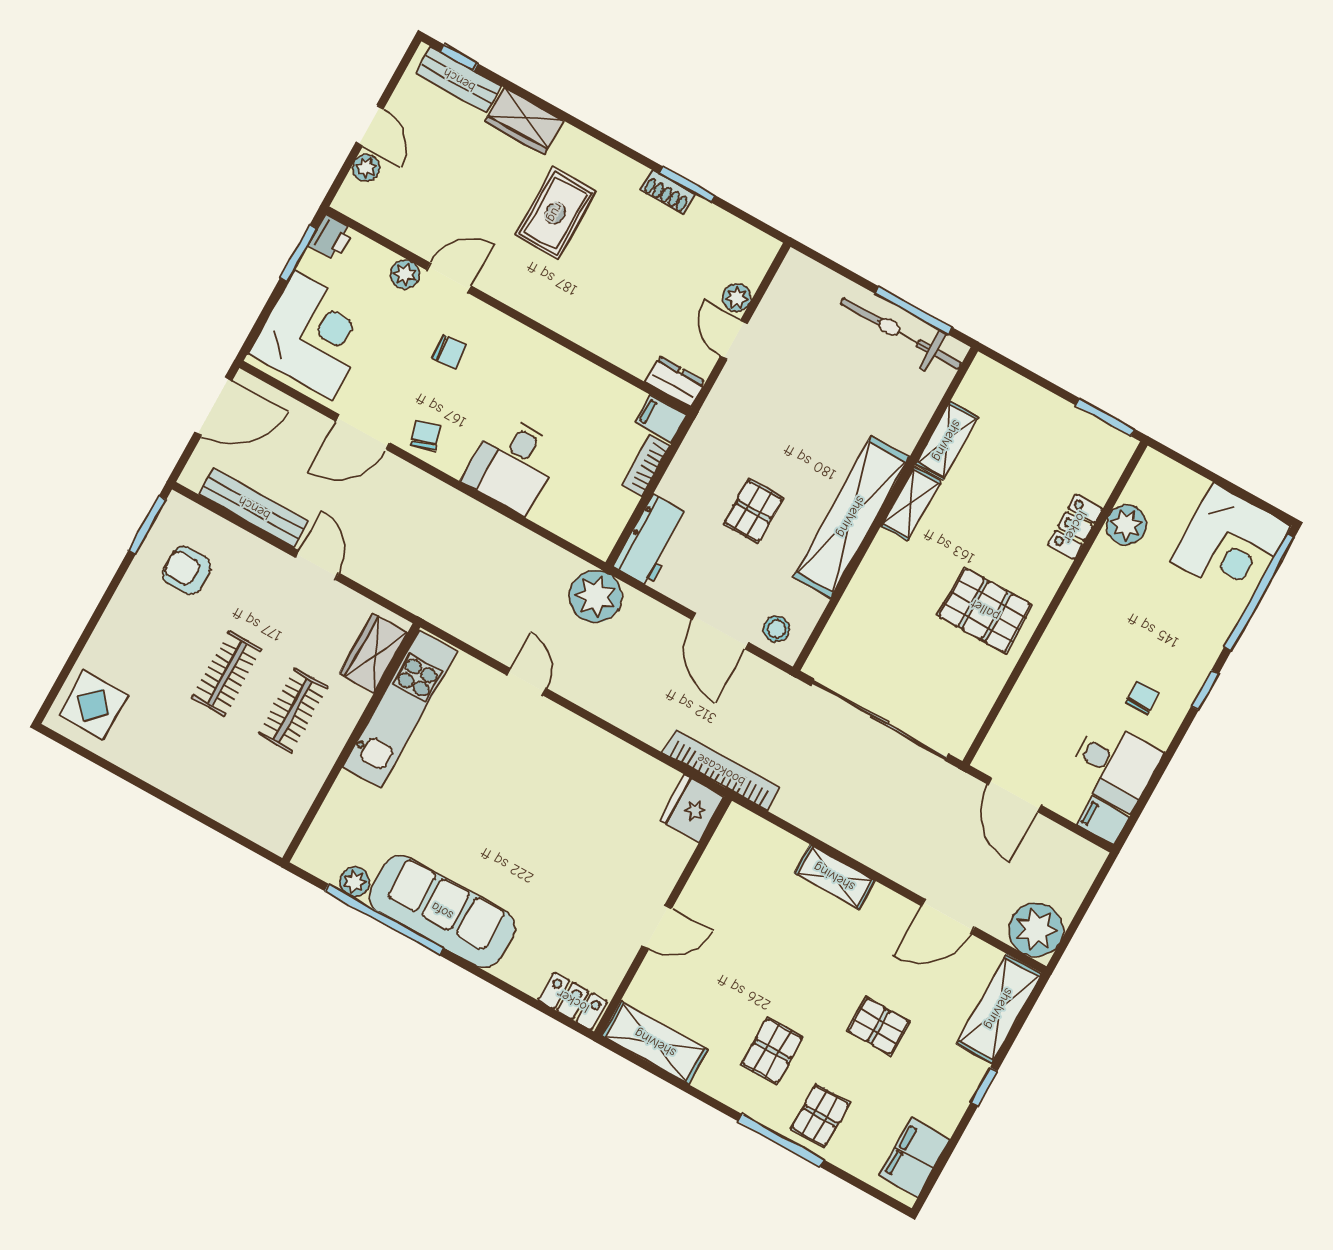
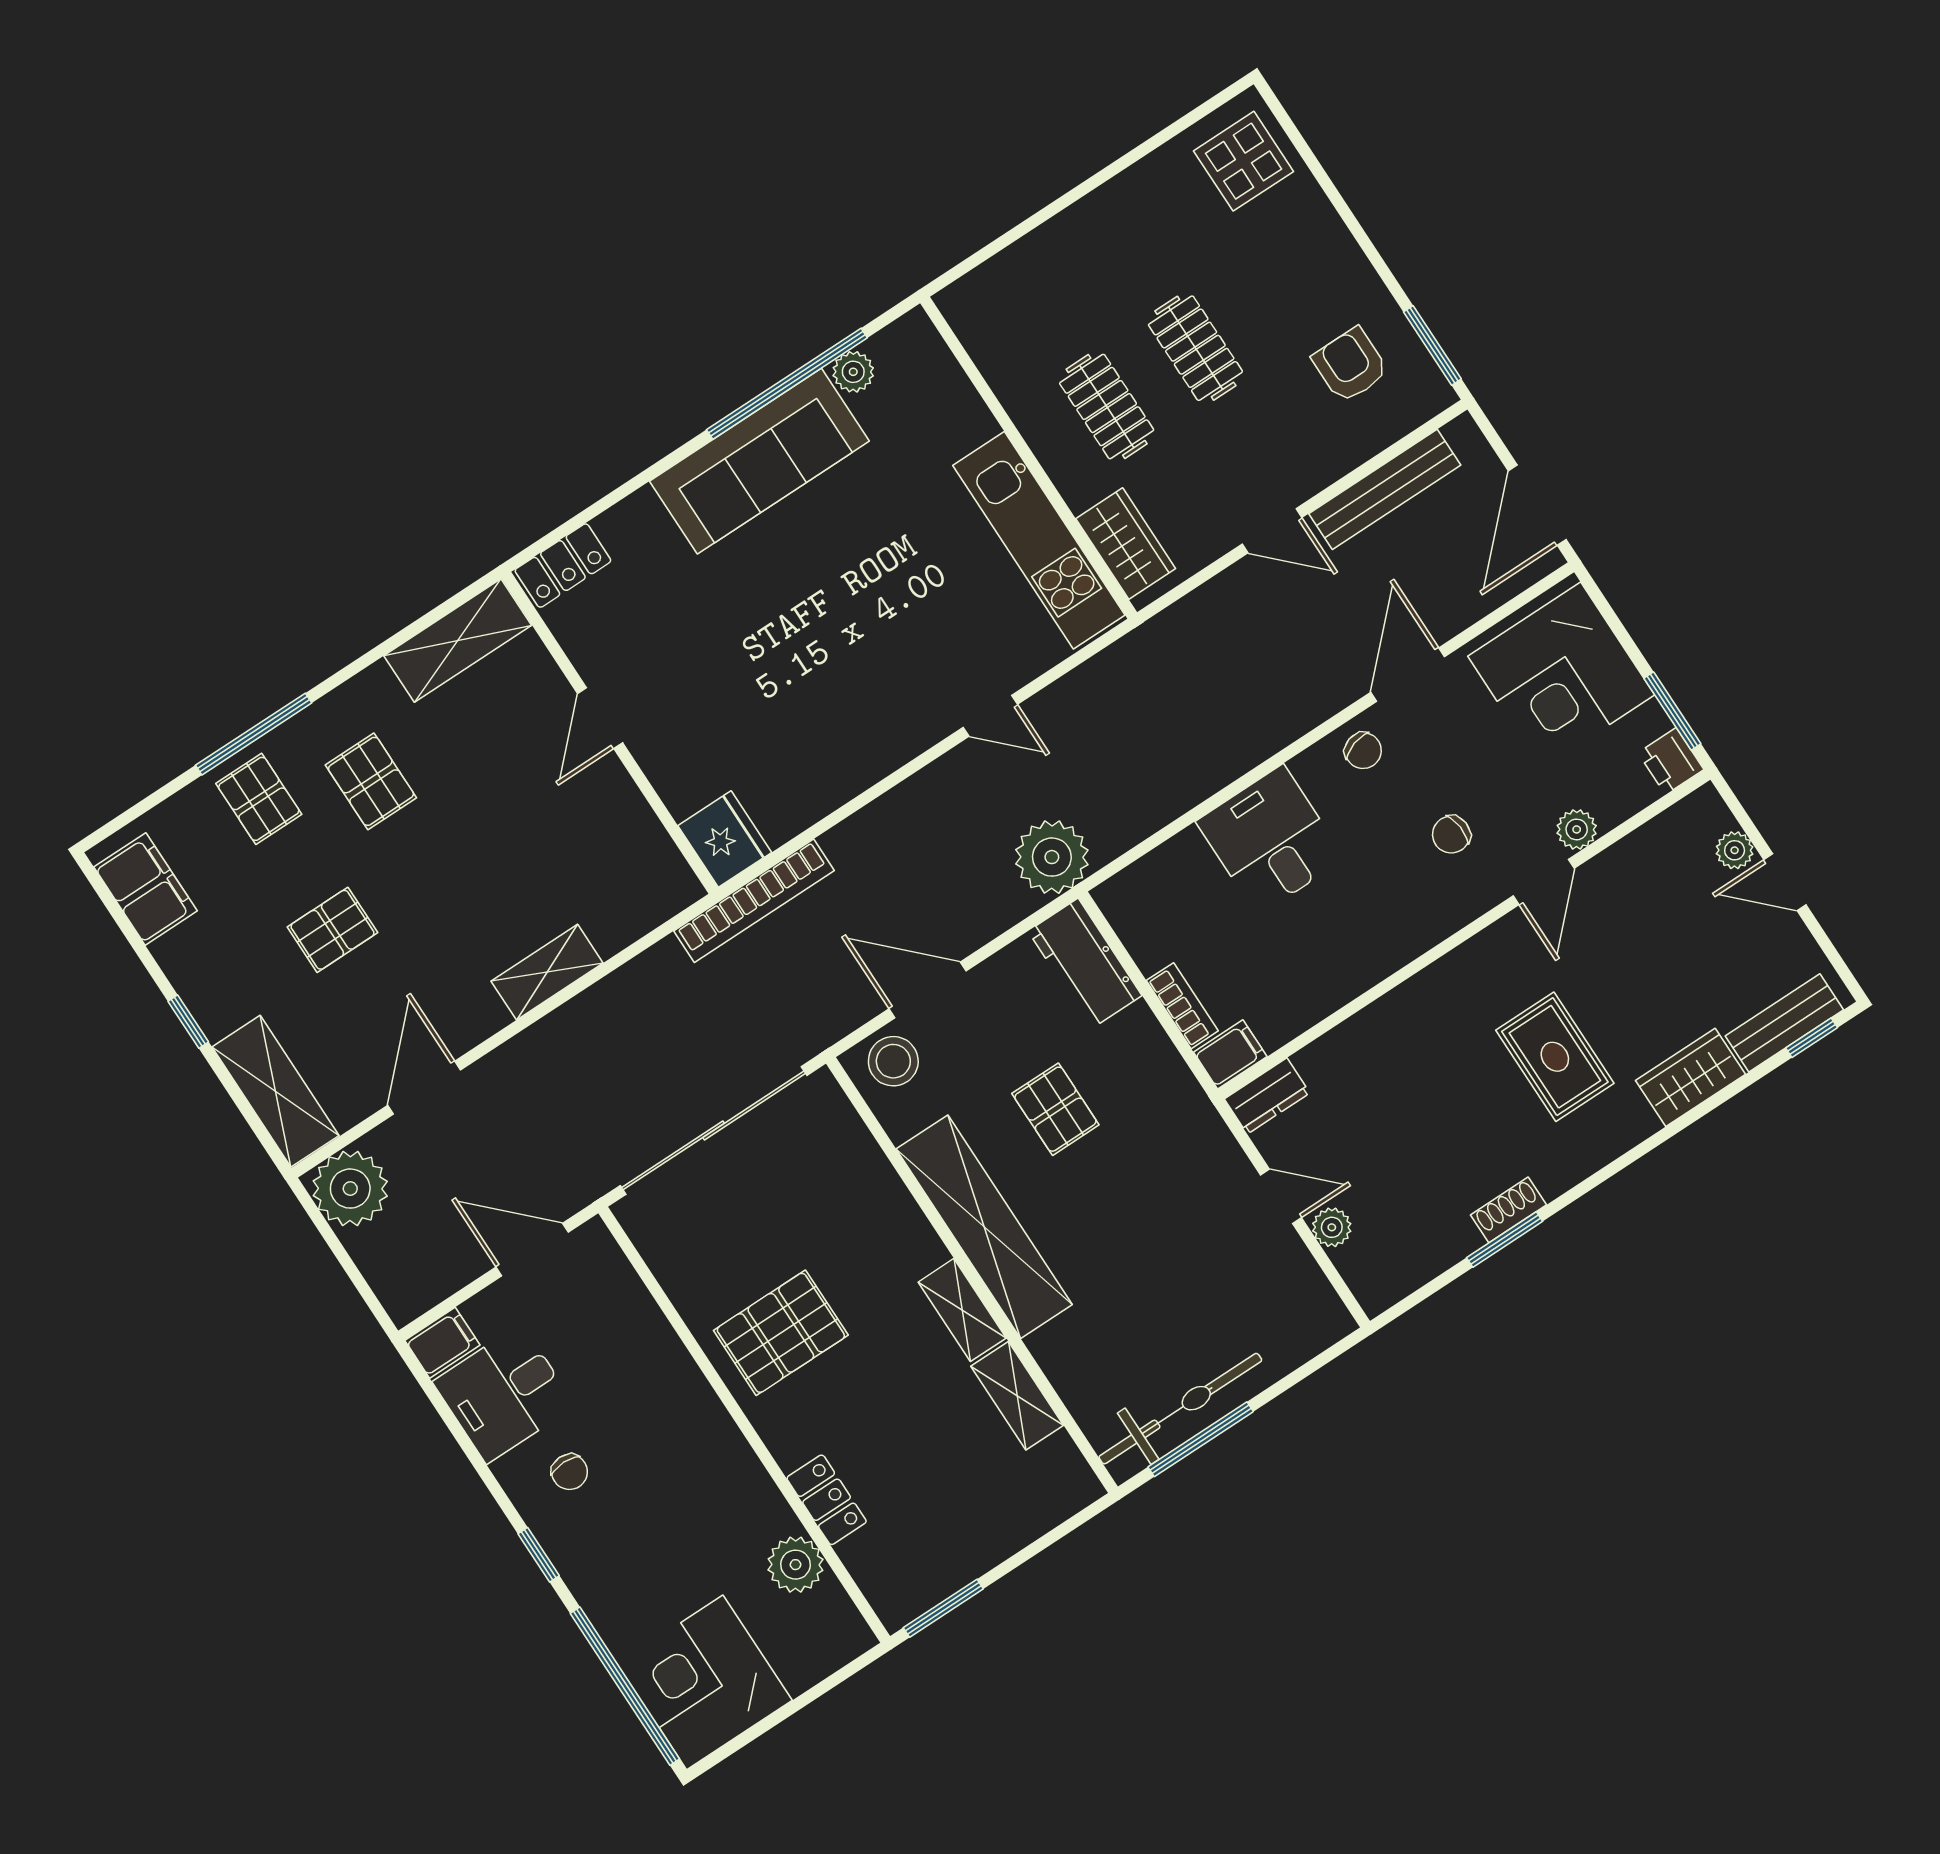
armchair: (187, 570) -> (1350, 365), turned -90
stool: (777, 629) -> (893, 1061), width x1.37, depth x1.37

